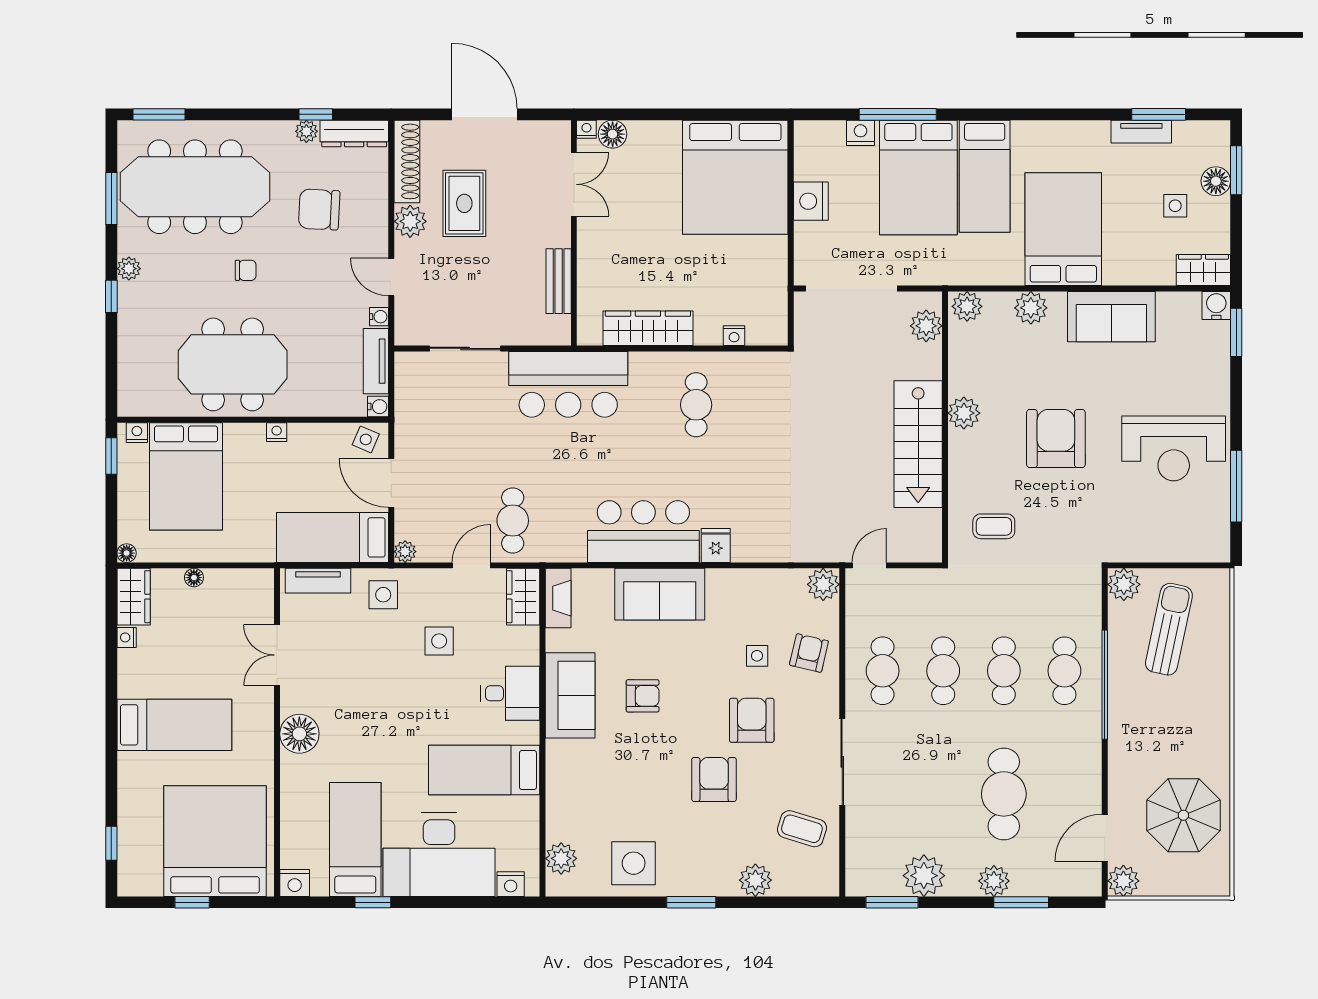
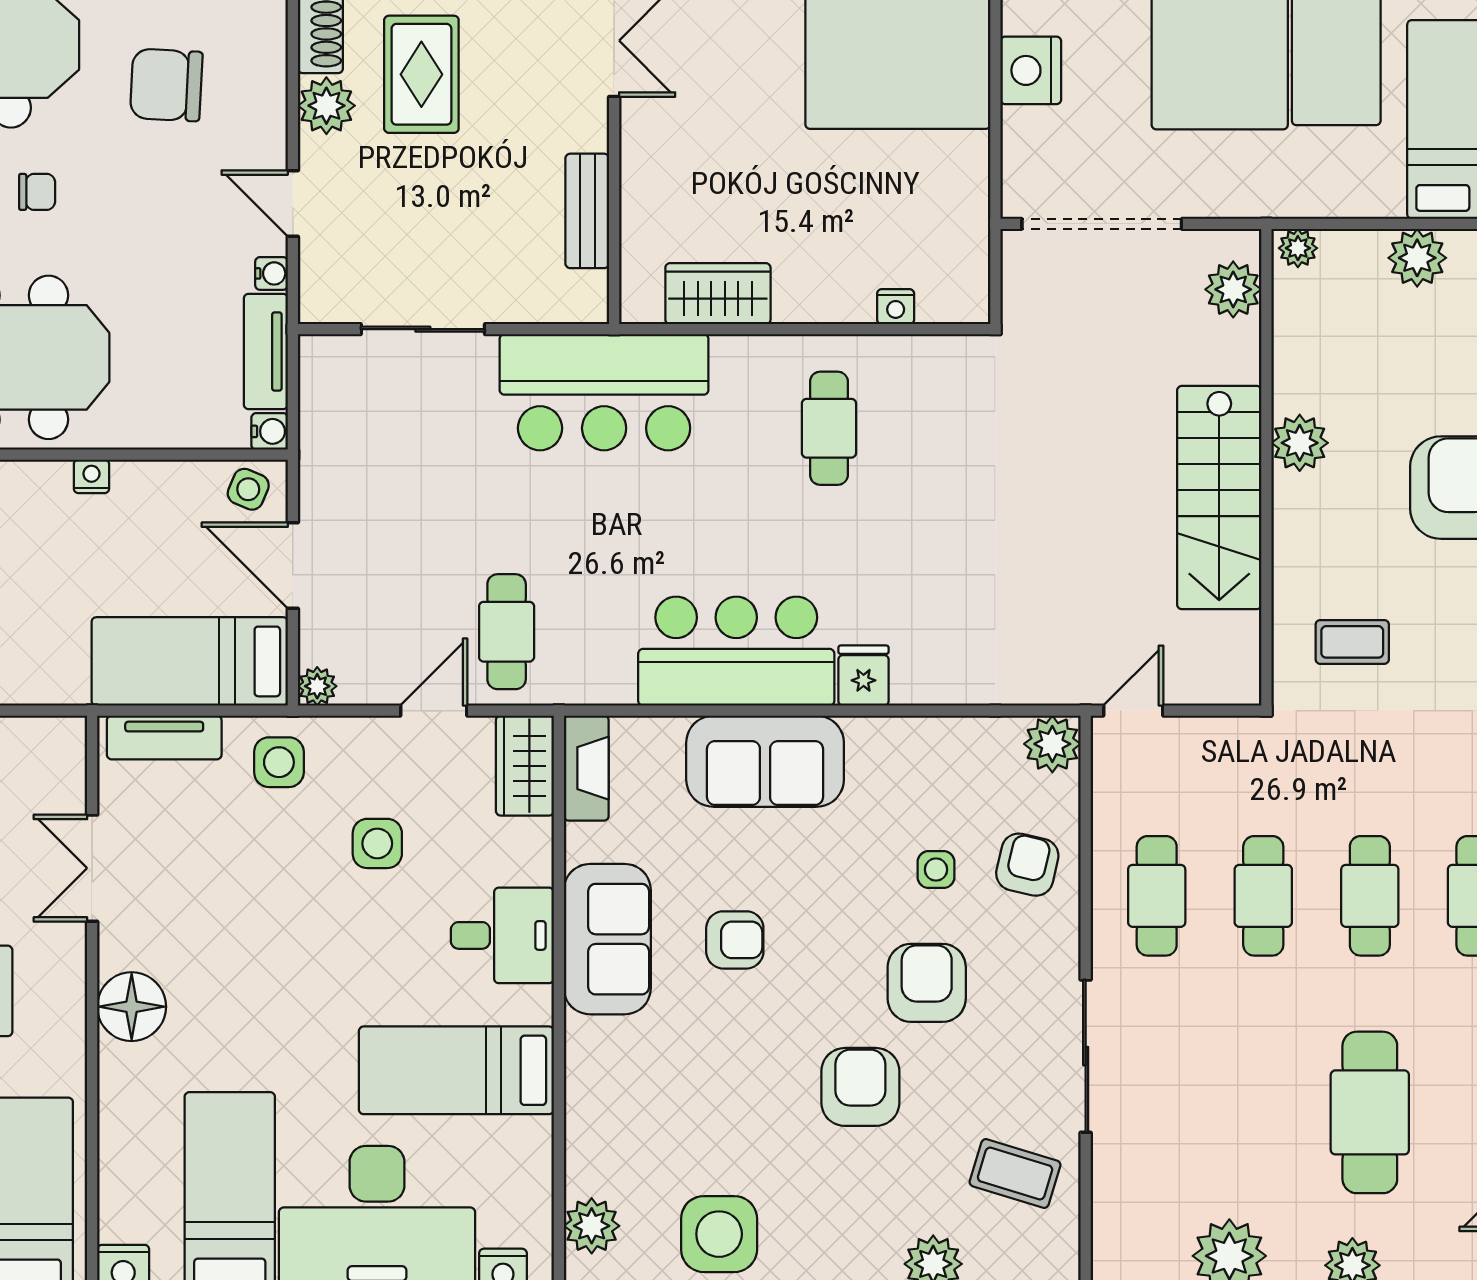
plant: (967, 306) -> (1298, 248), width x0.73, depth x0.73
wardrobe: (648, 328) -> (718, 294), width x0.67

